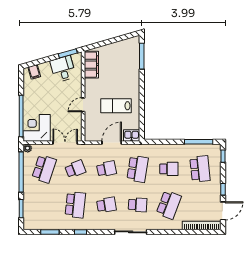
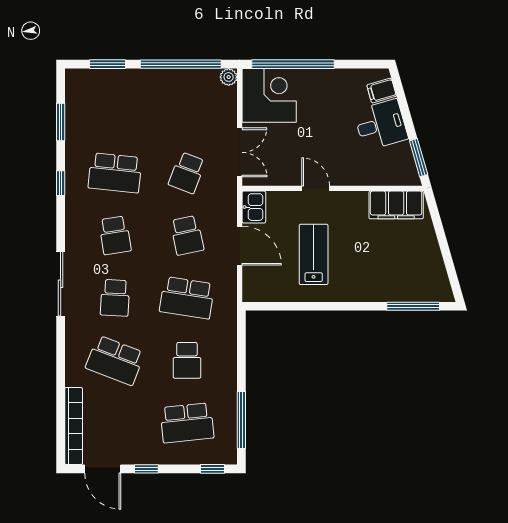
desk: (63, 69) -> (381, 125), moved
kitchen sink: (132, 136) -> (254, 207), moved
school desk: (44, 169) -> (187, 110), removed
school desk: (75, 169) -> (187, 173), turned 42

